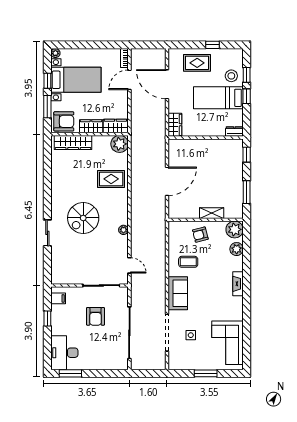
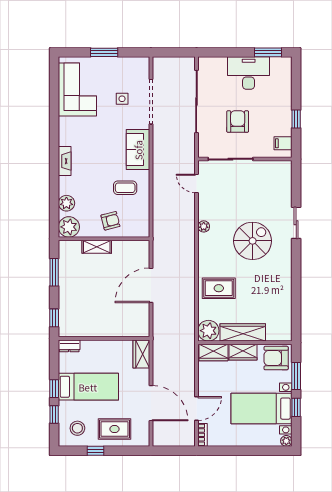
stool: (231, 76) -> (77, 428), moved
wardrobe: (73, 143) -> (243, 332), moved
desk: (64, 353) -> (249, 73), moved, turned -90

